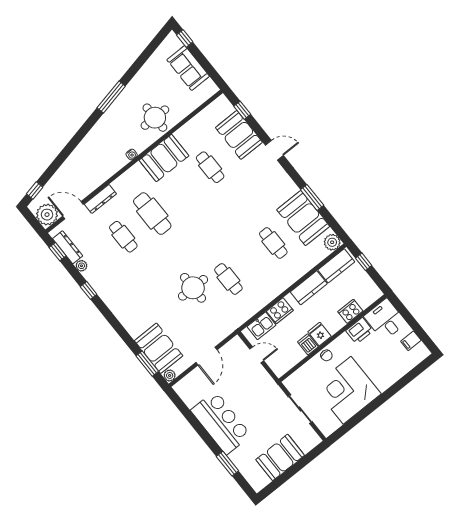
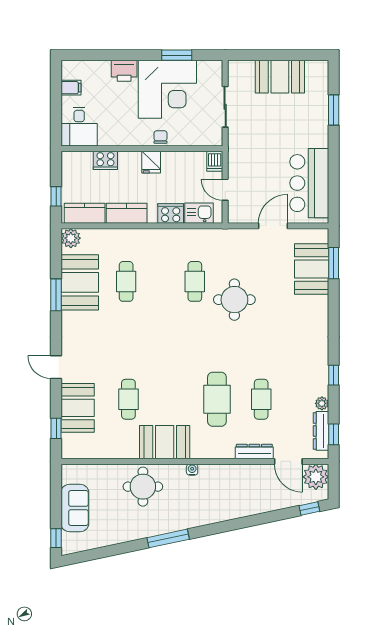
printer: (359, 331) -> (124, 71), moved, turned 180
dishwasher: (308, 344) -> (215, 161), moved
plant: (170, 375) -> (322, 235), removed
window: (359, 417) -> (177, 55), added
bar counter: (221, 423) -> (309, 183), moved

